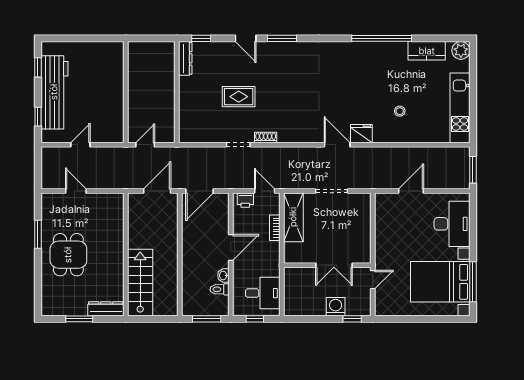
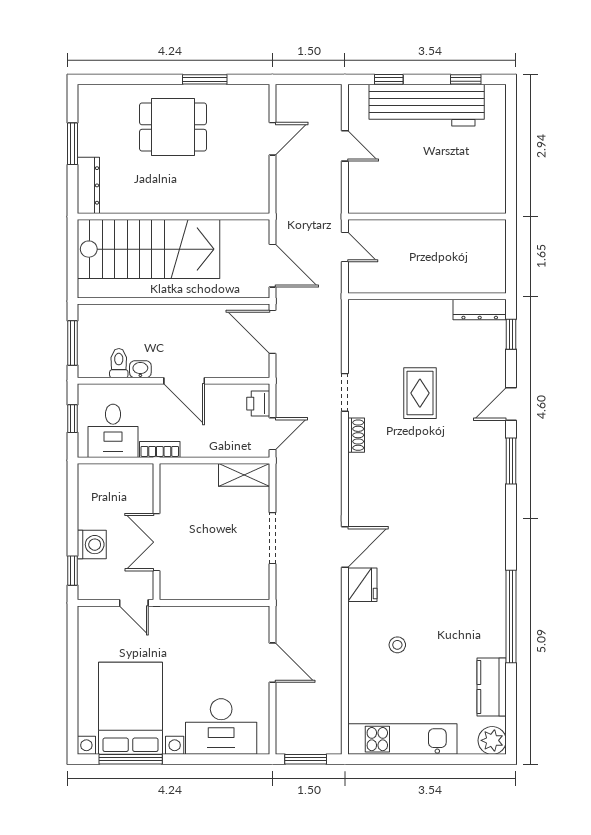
shelving: (293, 217) -> (244, 475), width x0.67, depth x0.75
bookcase: (275, 228) -> (160, 449), moved
stairs: (140, 282) -> (148, 249), width x1.36, depth x1.51

